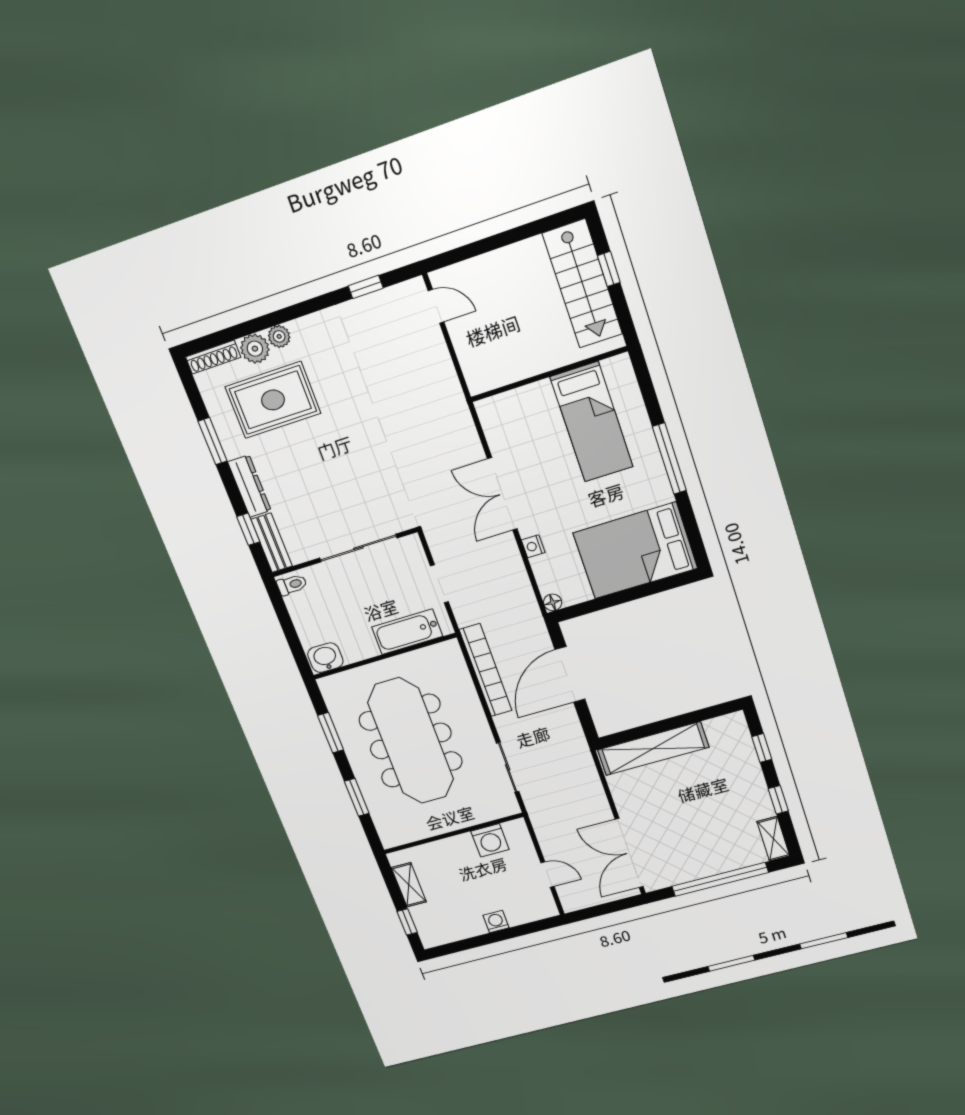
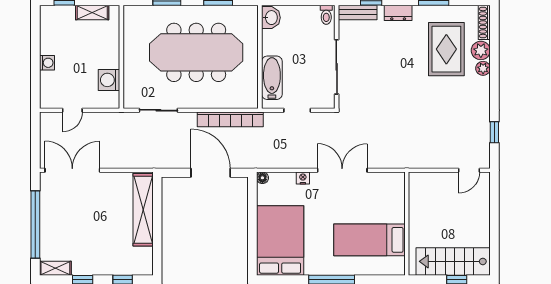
dresser: (249, 486) -> (398, 13), width x0.70

